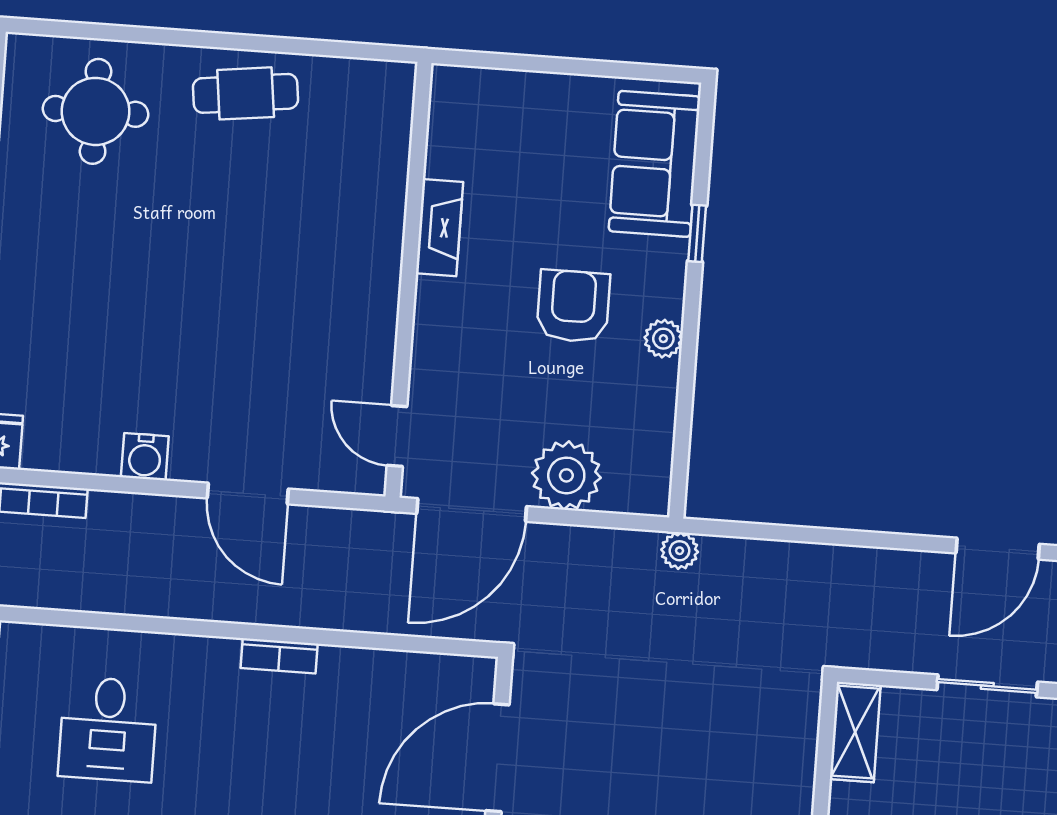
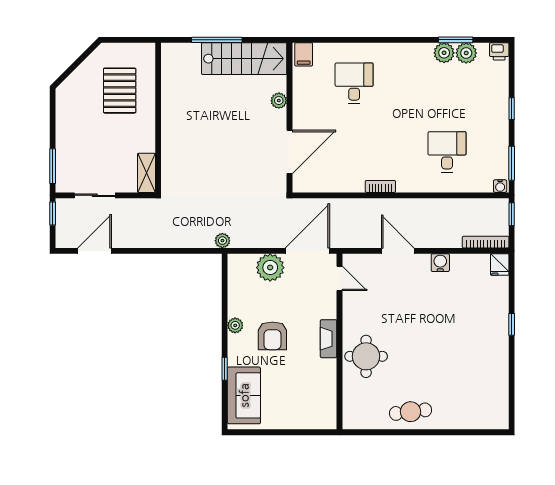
round table: (96, 111) -> (366, 356), moved
fireplace: (439, 228) -> (329, 339), moved

